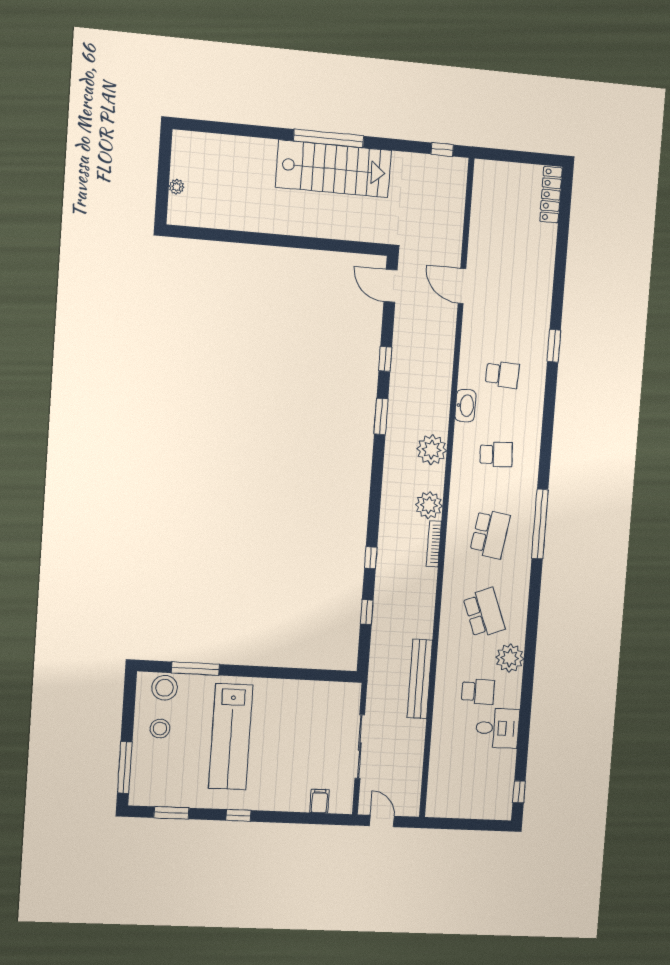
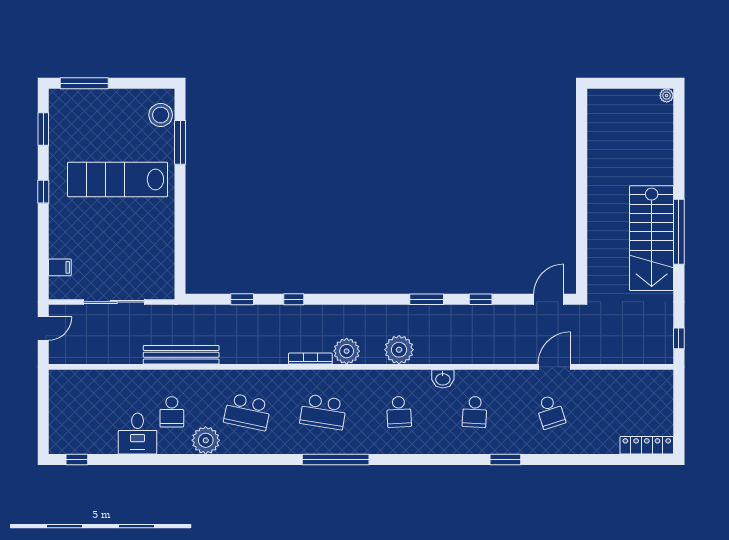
plant: (176, 187) -> (667, 96), moved
school desk: (508, 294) -> (550, 412), added
washbasin: (465, 406) -> (443, 379), width x0.72
school desk: (484, 613) -> (248, 412), turned 33
stool: (160, 729) -> (122, 113), removed

